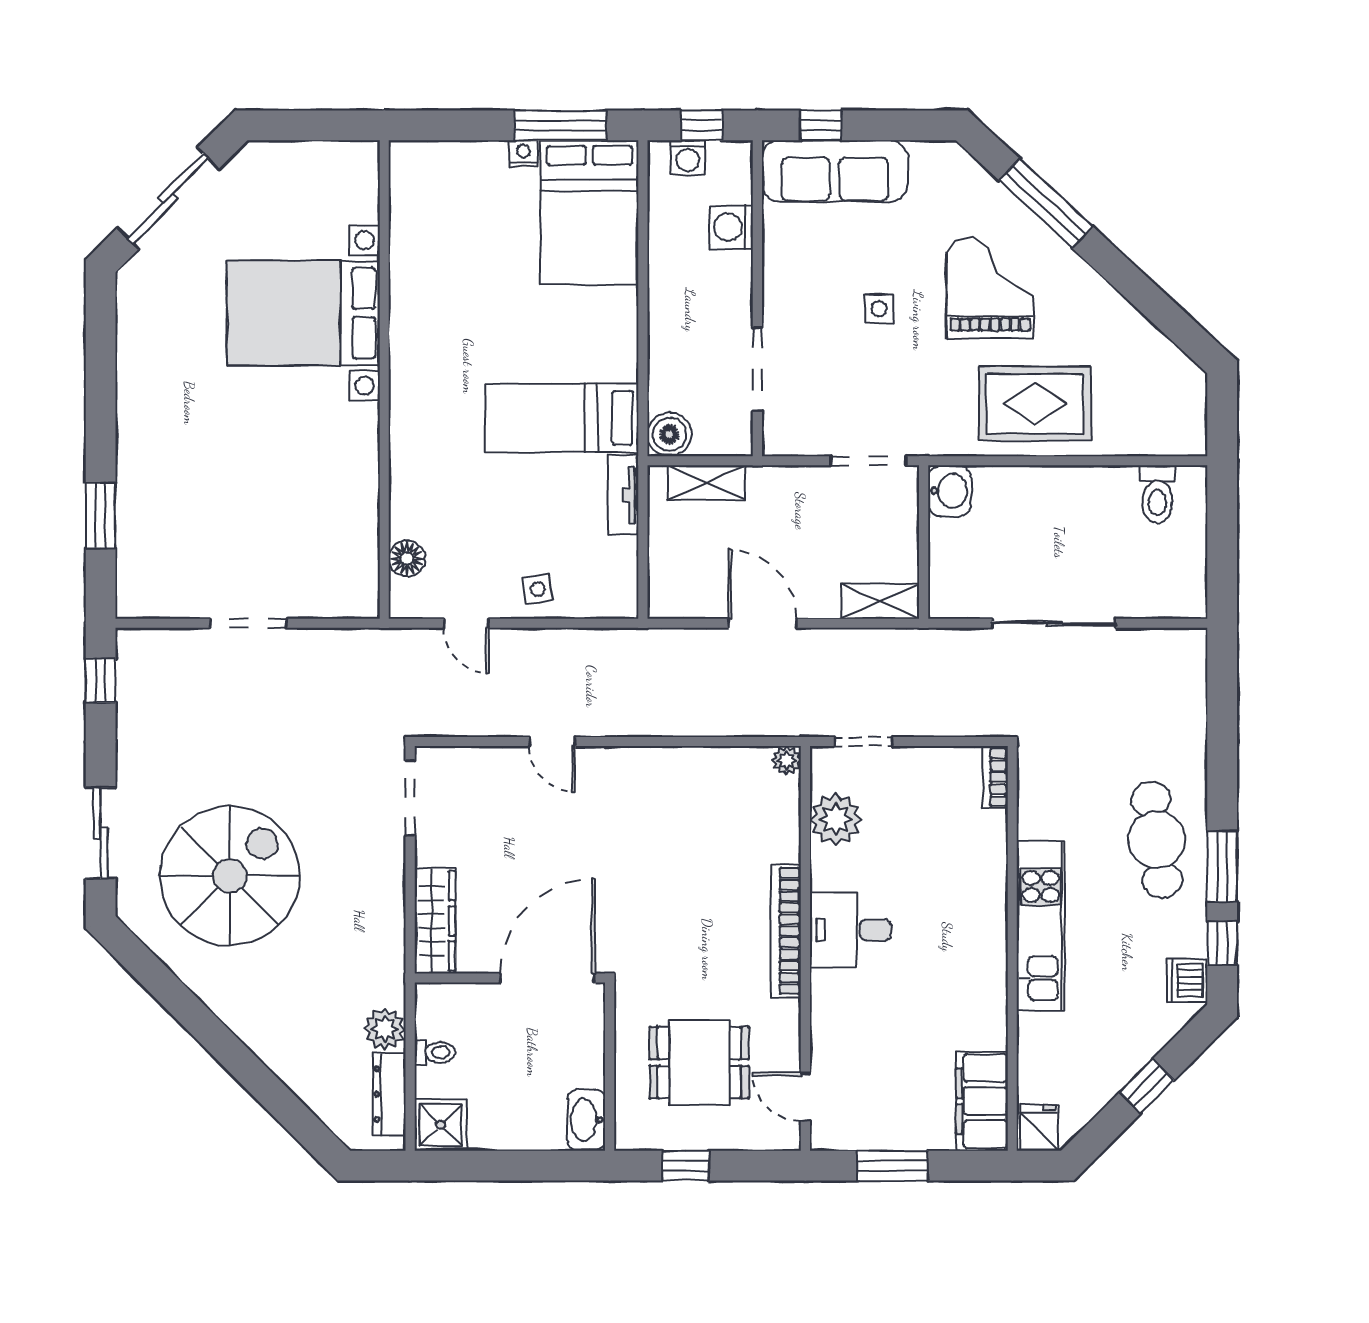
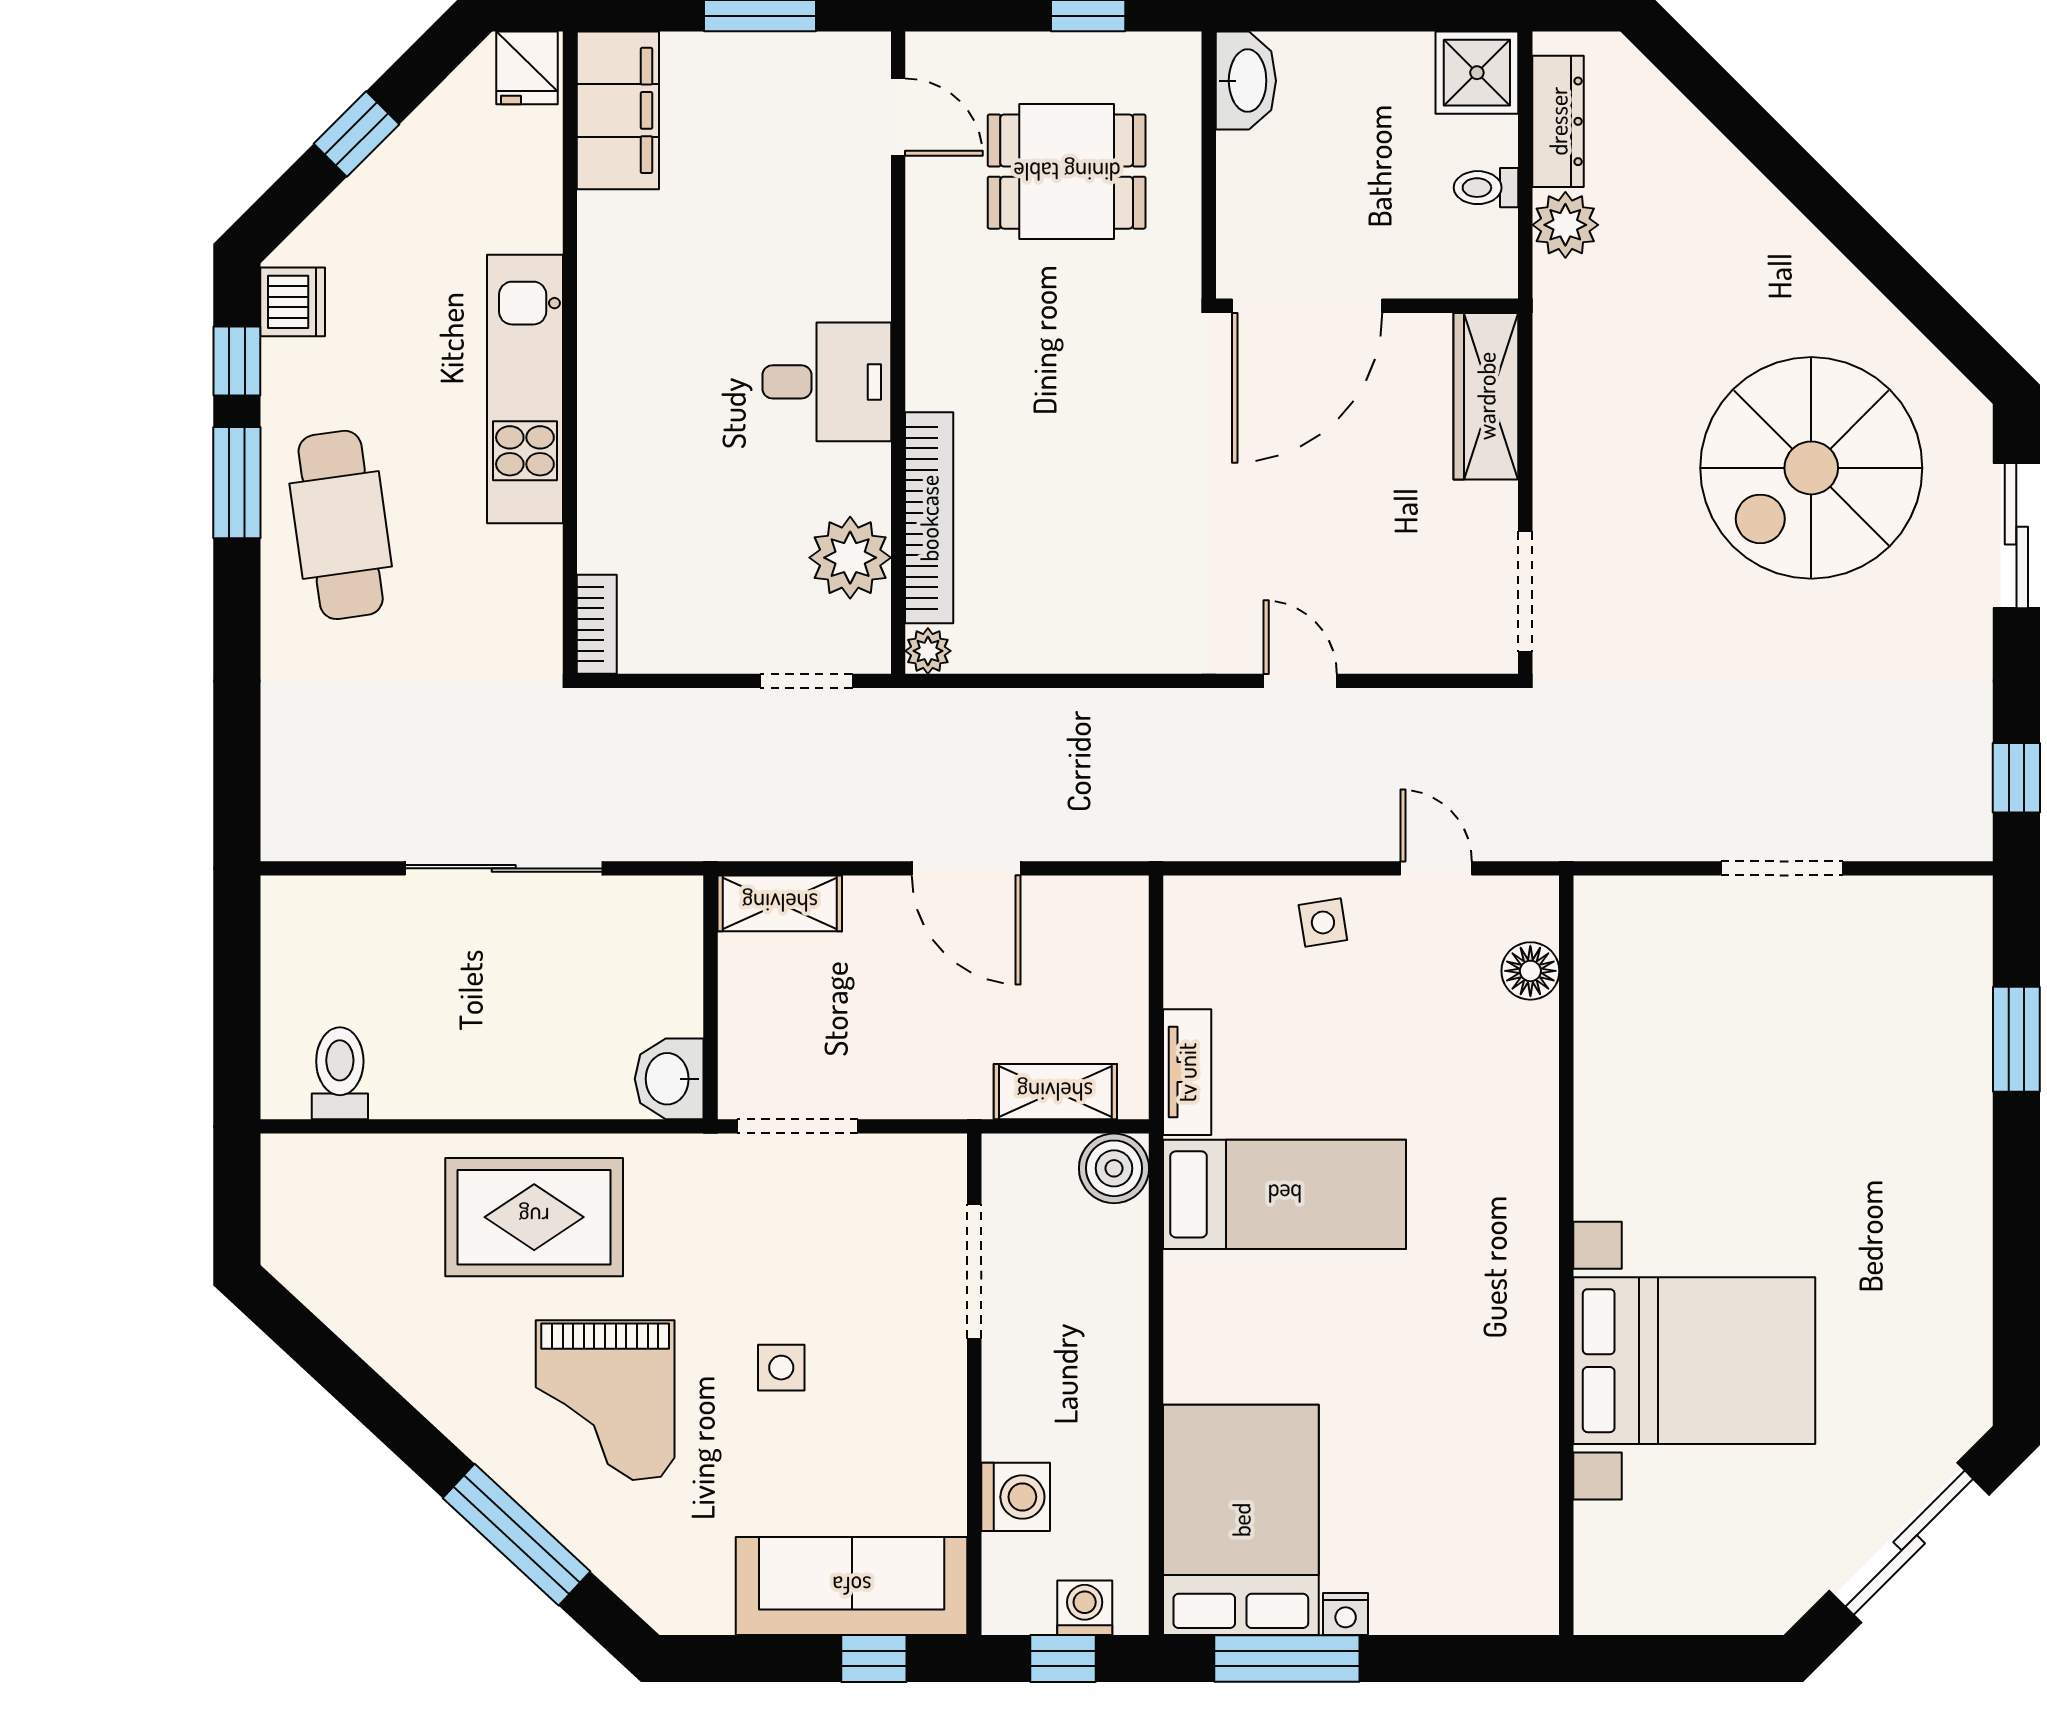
bookcase: (786, 931) -> (929, 518), moved

